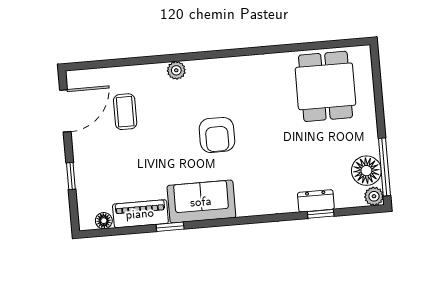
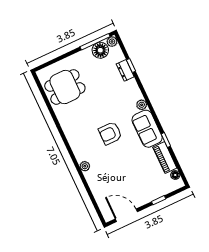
coffee table: (125, 112) -> (116, 185), removed
armchair: (217, 135) -> (110, 133), turned 180
plant: (246, 207) -> (142, 105), added

